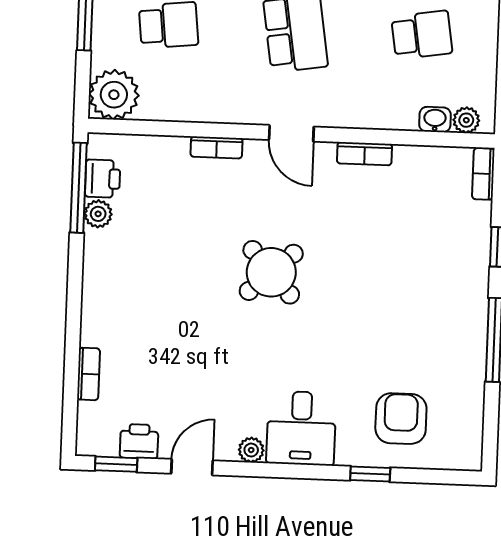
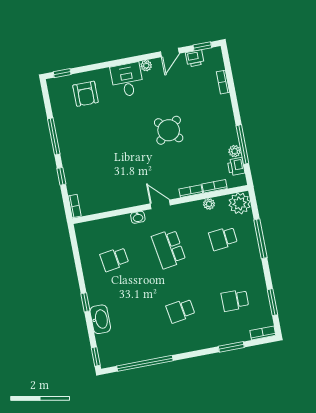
washbasin: (435, 120) -> (138, 217), moved
plant: (466, 120) -> (209, 204), moved
bookcase: (364, 154) -> (215, 186), moved
window: (79, 188) -> (242, 144), moved
round table: (271, 272) -> (169, 130), moved
window: (370, 474) -> (62, 73), moved

